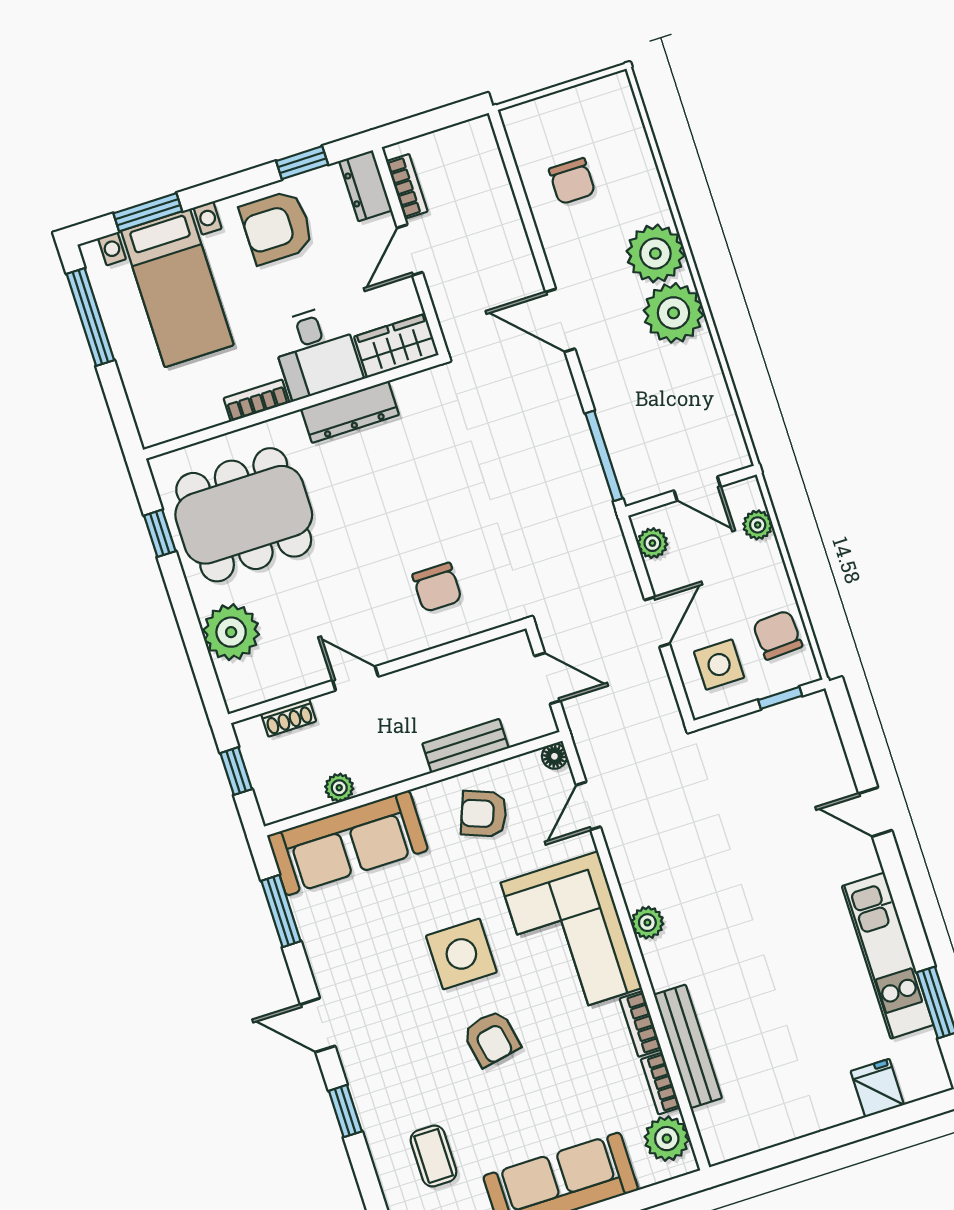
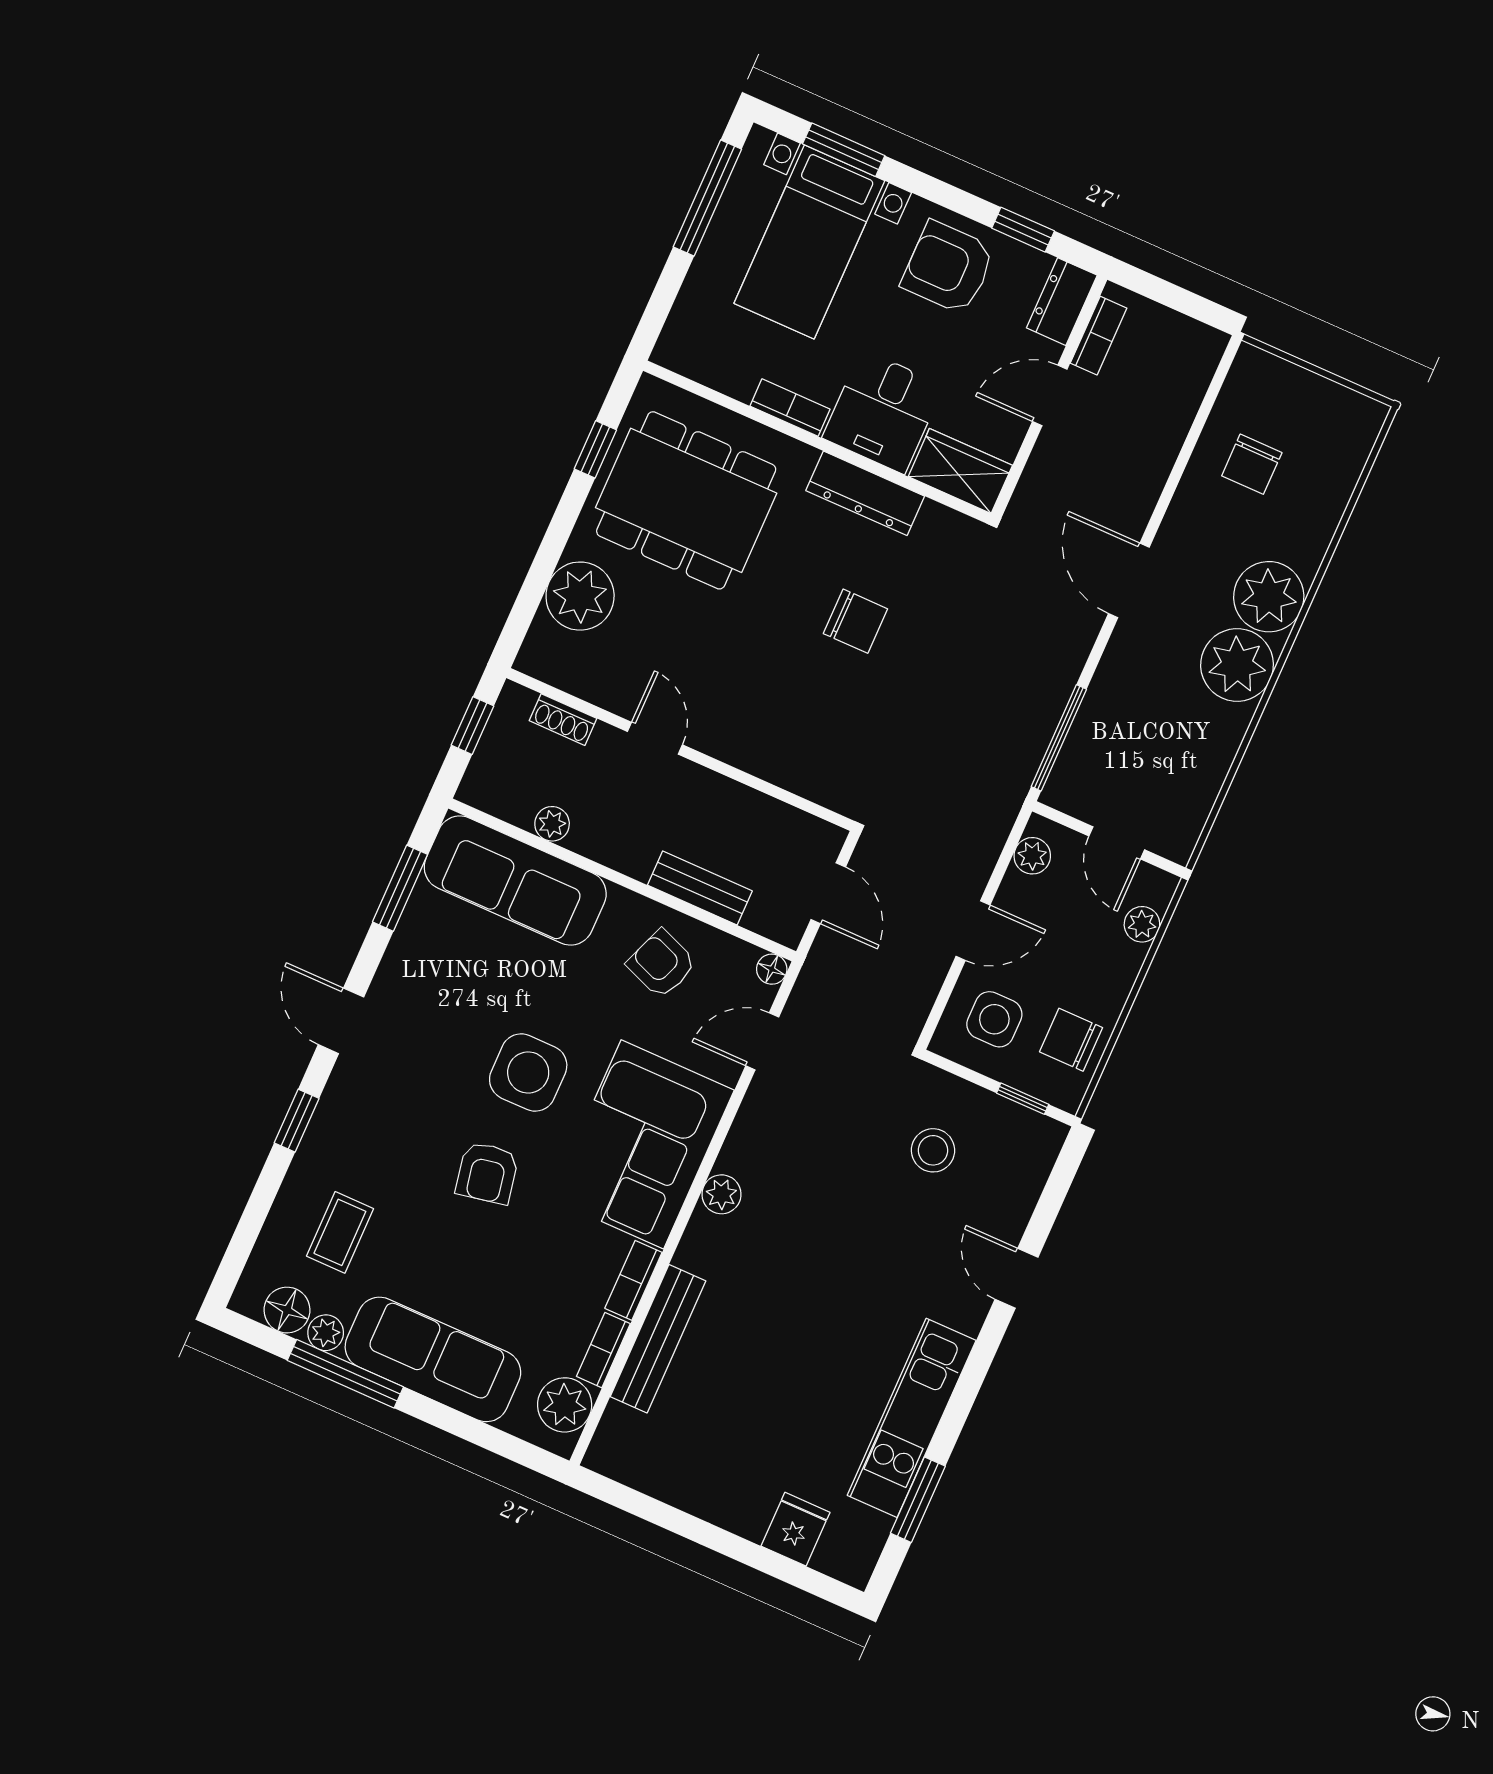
chair: (437, 587) -> (855, 621), moved, turned -90
chair: (778, 635) -> (1071, 1040), turned -87
stool: (753, 779) -> (933, 1150), added

